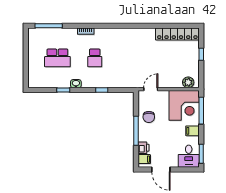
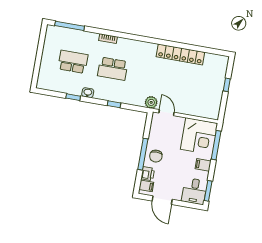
locker: (177, 34) -> (180, 54), moved
school desk: (57, 58) -> (73, 62), turned 180
school desk: (95, 58) -> (113, 69), width x1.85
plant: (188, 82) -> (151, 102), moved
door: (151, 89) -> (167, 113), hinge flipped
chair: (149, 117) -> (156, 156), moved

